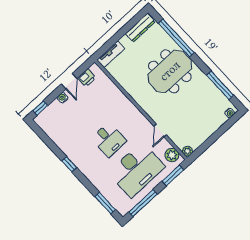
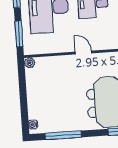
door: (160, 130) -> (83, 52), moved
plant: (172, 155) -> (37, 47), removed

